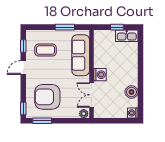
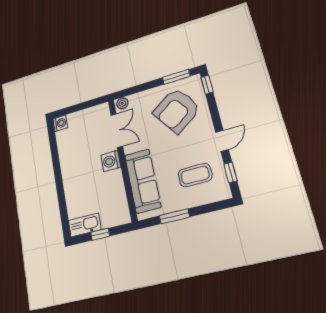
boiler: (131, 92) -> (66, 150), removed
armchair: (47, 97) -> (177, 110), turned 145

